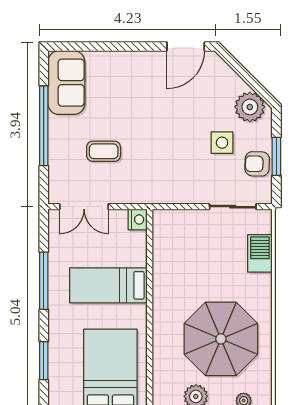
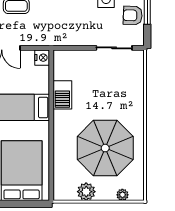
barbecue: (260, 253) -> (62, 95), moved, turned 180

